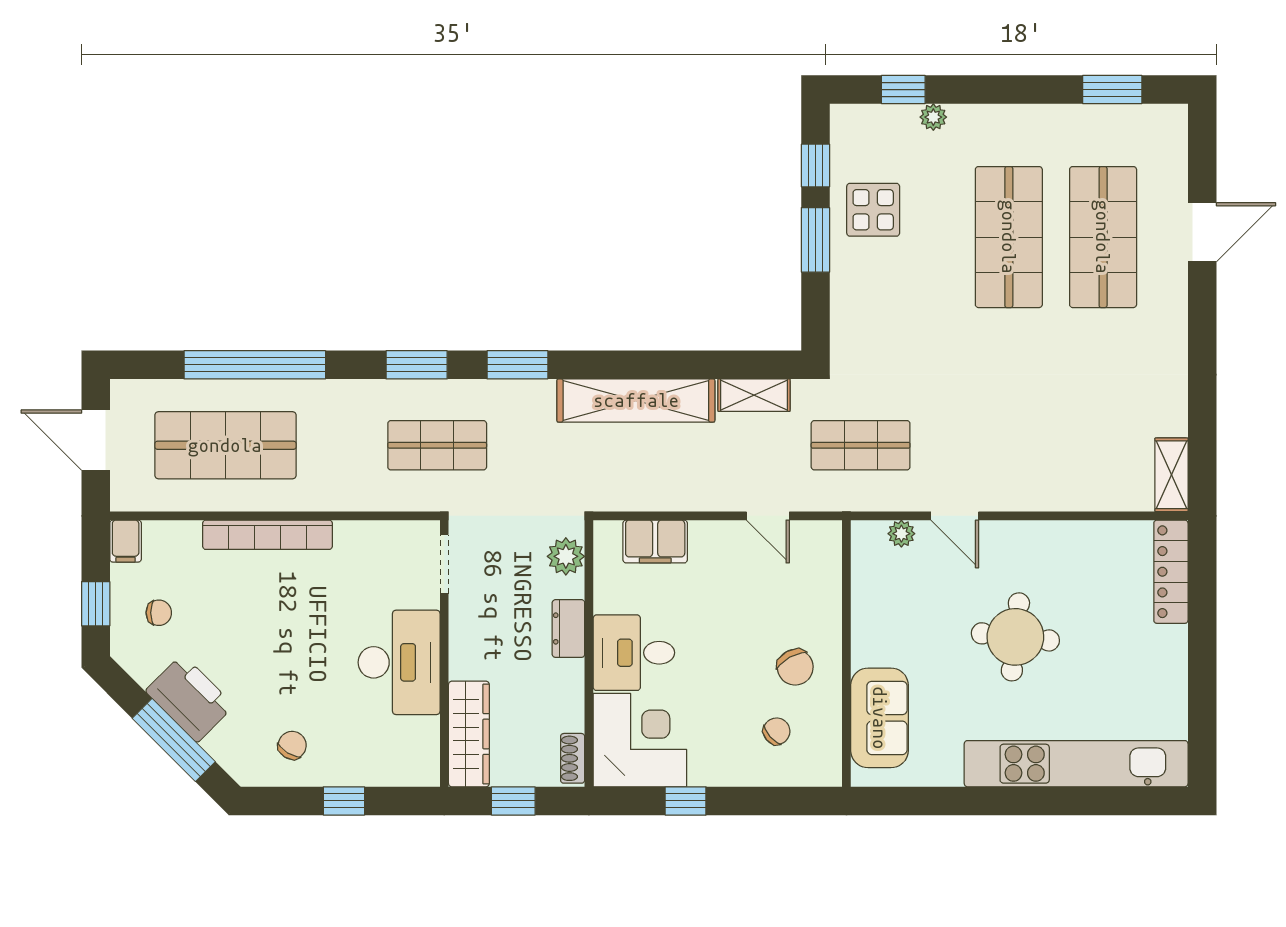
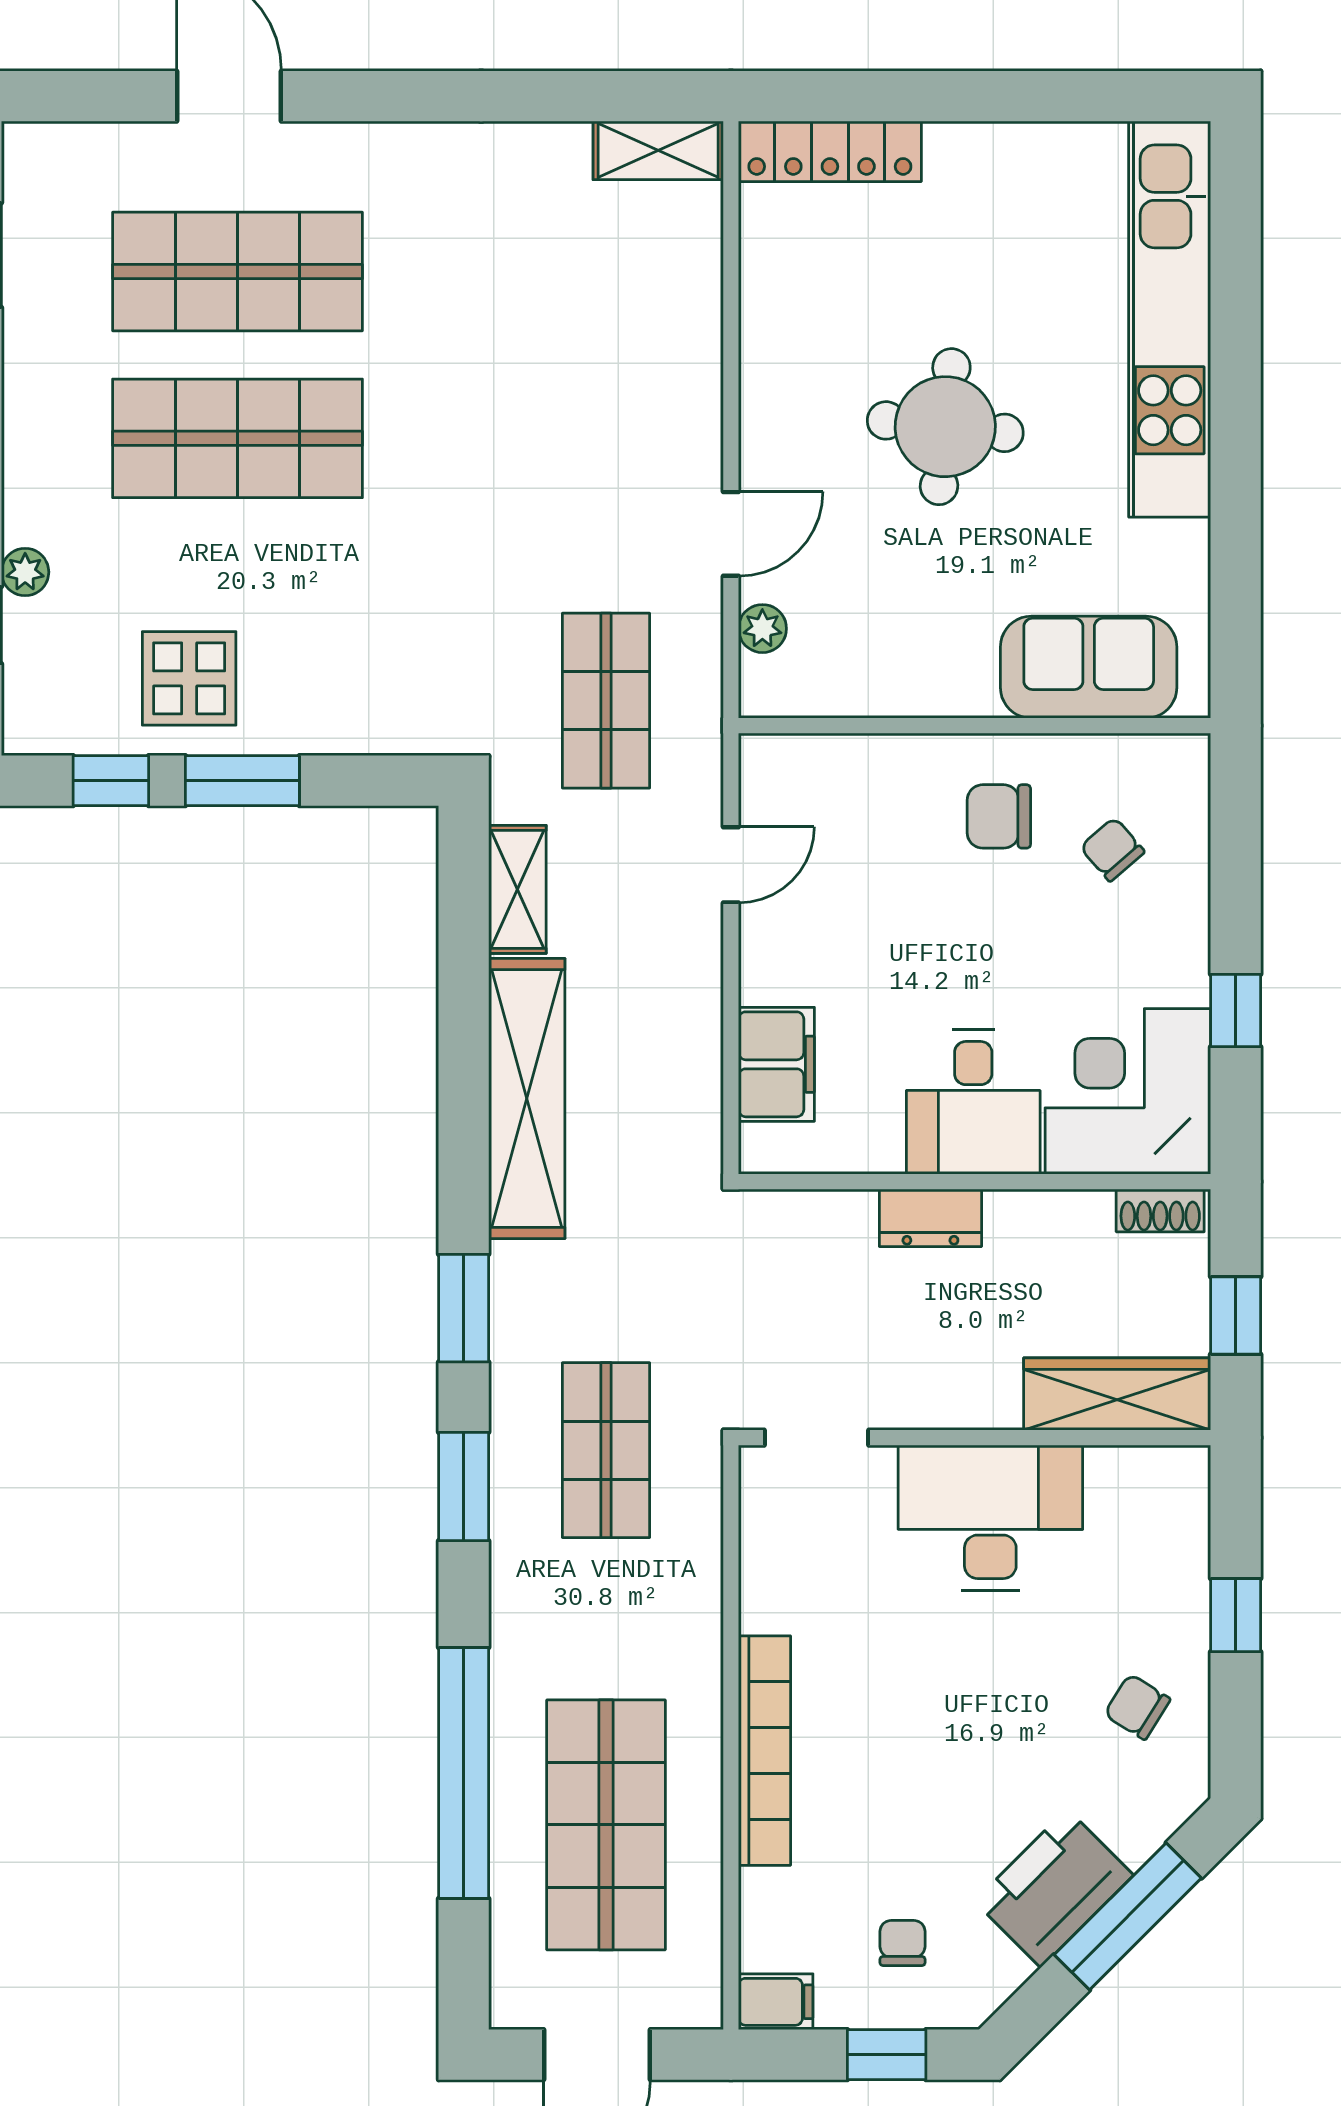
plant: (566, 556) -> (803, 1222), removed
chair: (795, 667) -> (999, 816), turned -151

